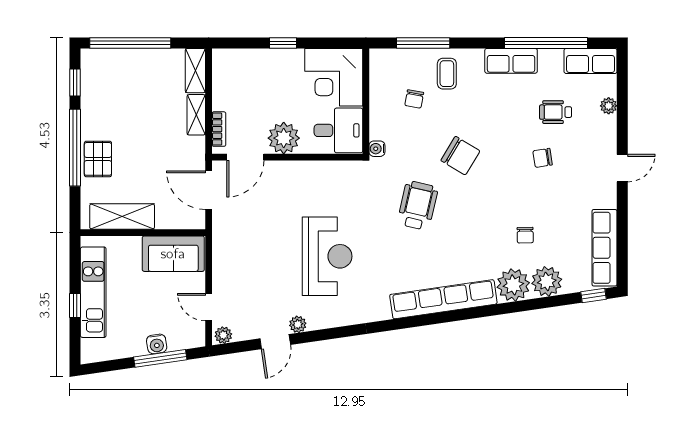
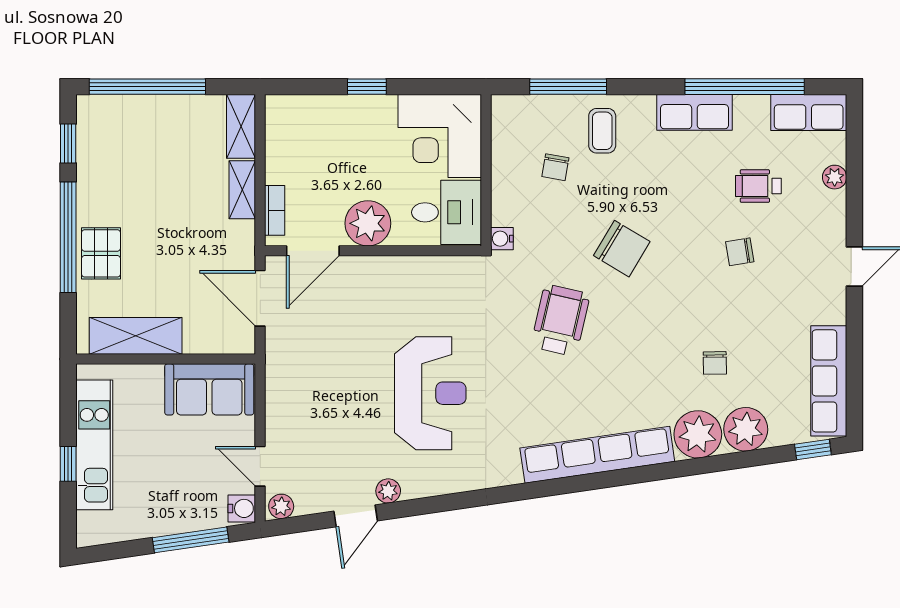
water cooler: (157, 344) -> (242, 508), moved, turned -82

